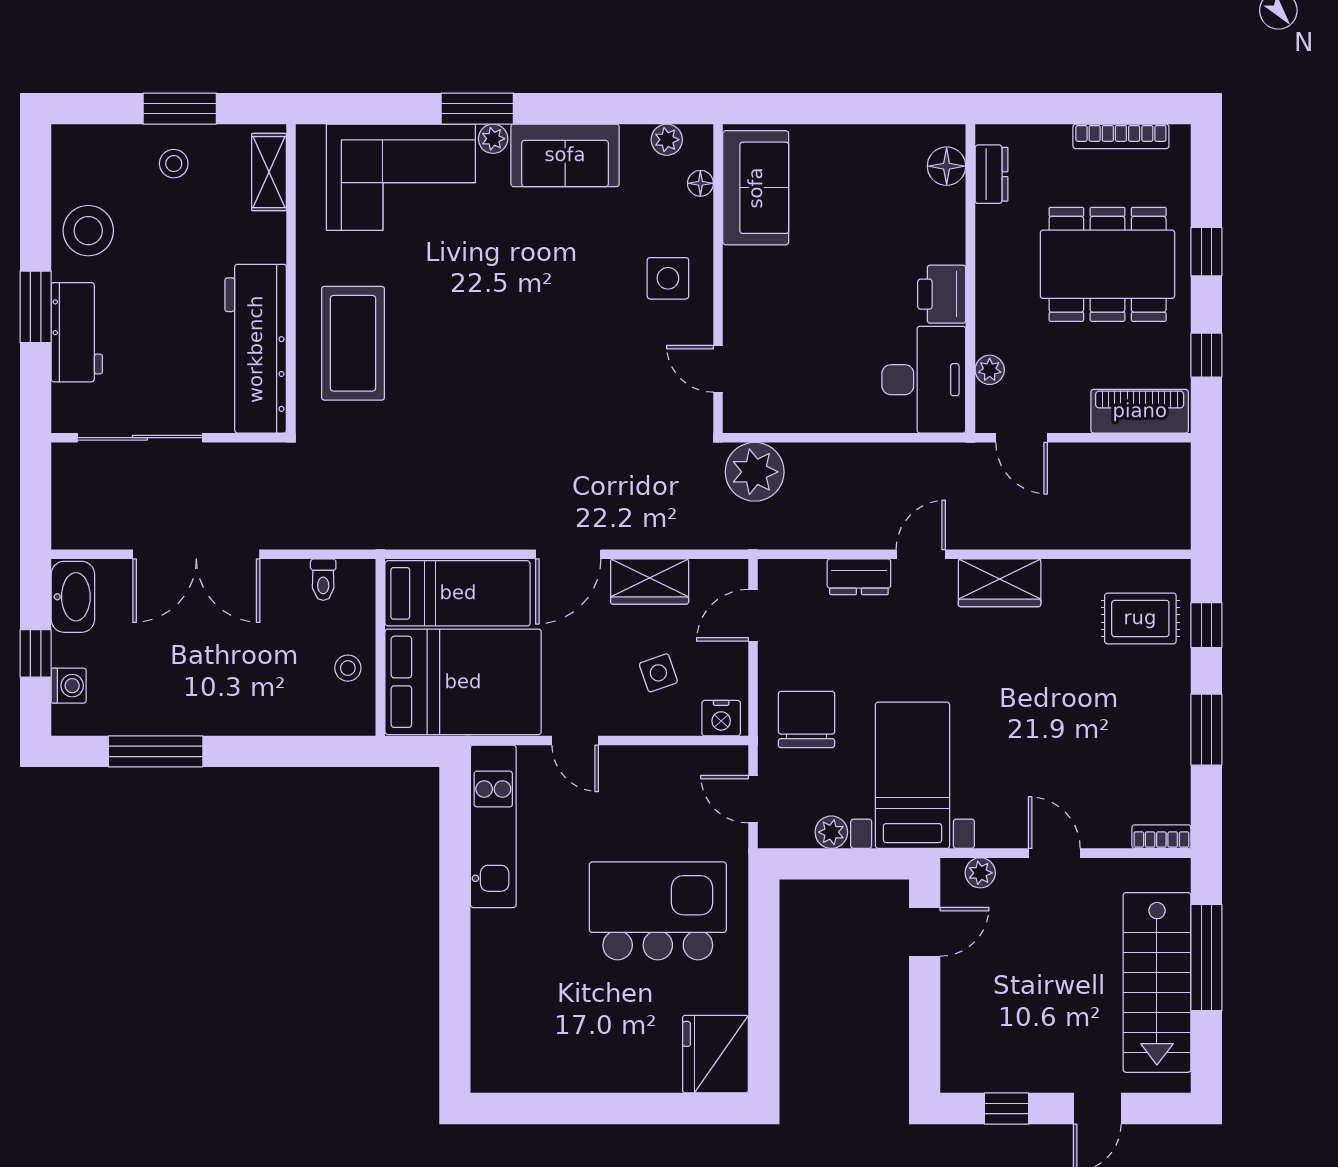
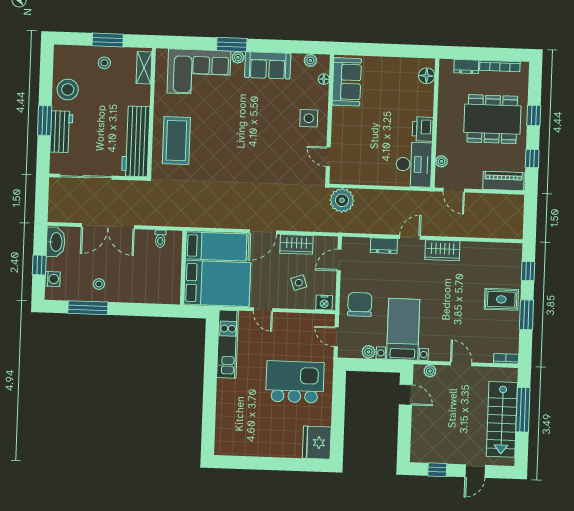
dresser: (991, 174) -> (466, 66), moved, turned 90
rug: (1140, 618) -> (501, 299), moved
stool: (348, 668) -> (99, 284), moved
door: (925, 932) -> (406, 395), hinge flipped

